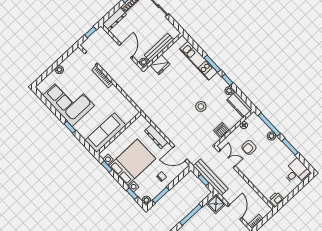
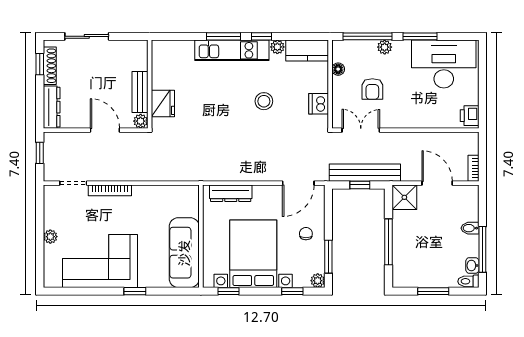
bench: (159, 47) -> (140, 92), width x0.73
kitchen unit: (198, 61) -> (232, 50), moved
dresser: (156, 137) -> (231, 193), moved
desk: (296, 172) -> (444, 64), width x1.87, depth x1.30

